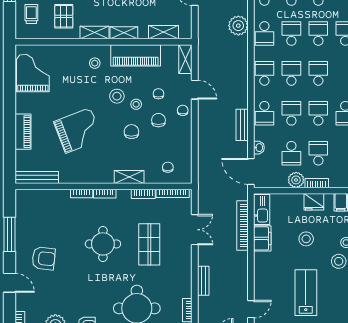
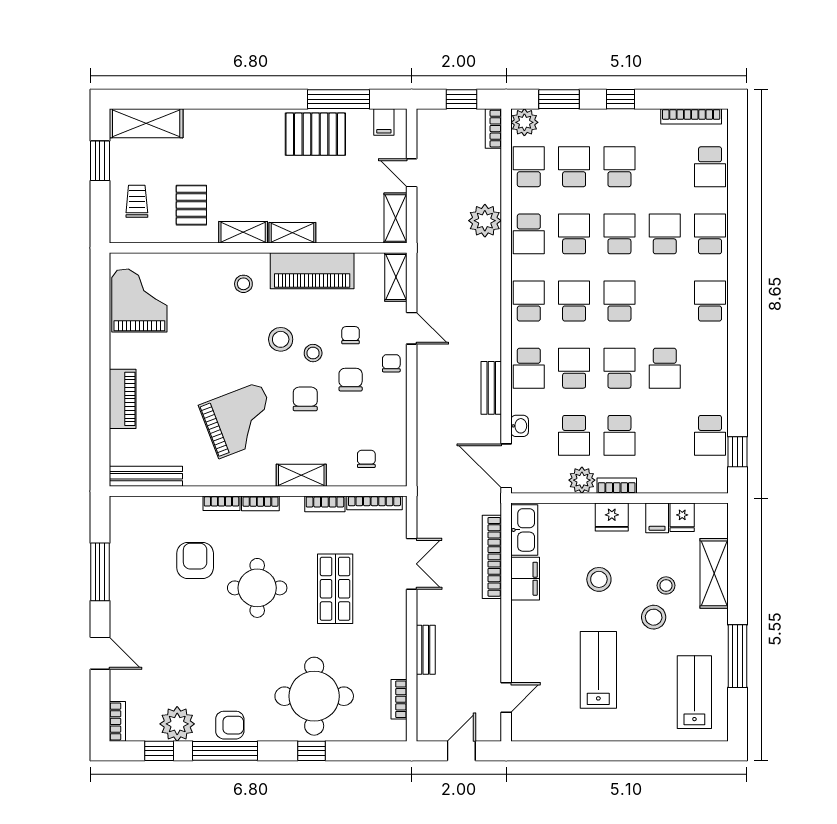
shelving: (163, 32) -> (396, 218), moved, turned 90
grand piano: (78, 130) -> (240, 420), moved
school desk: (318, 153) -> (619, 435), turned 180
armchair: (44, 258) -> (195, 561), moved, turned -96

